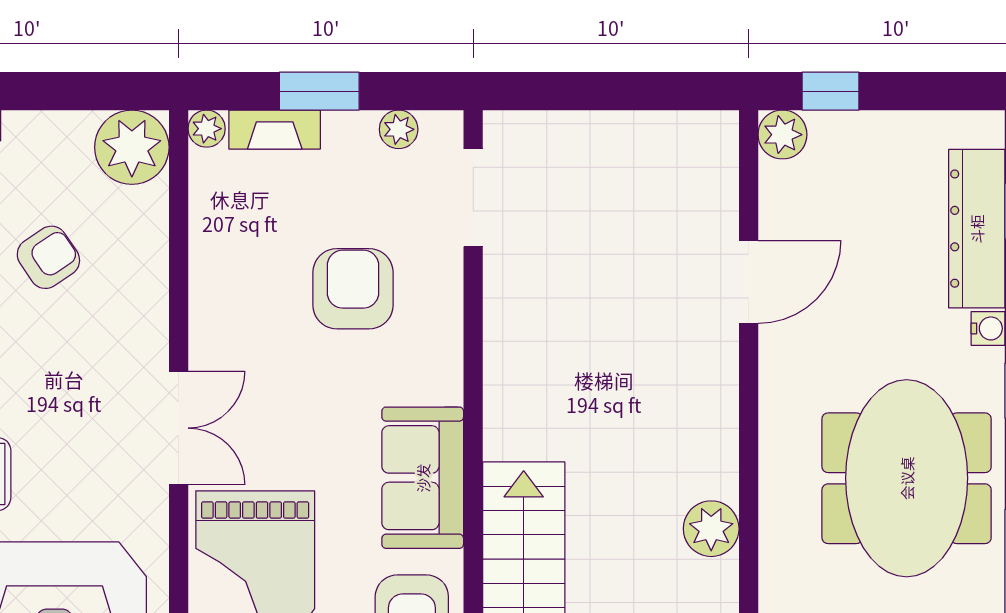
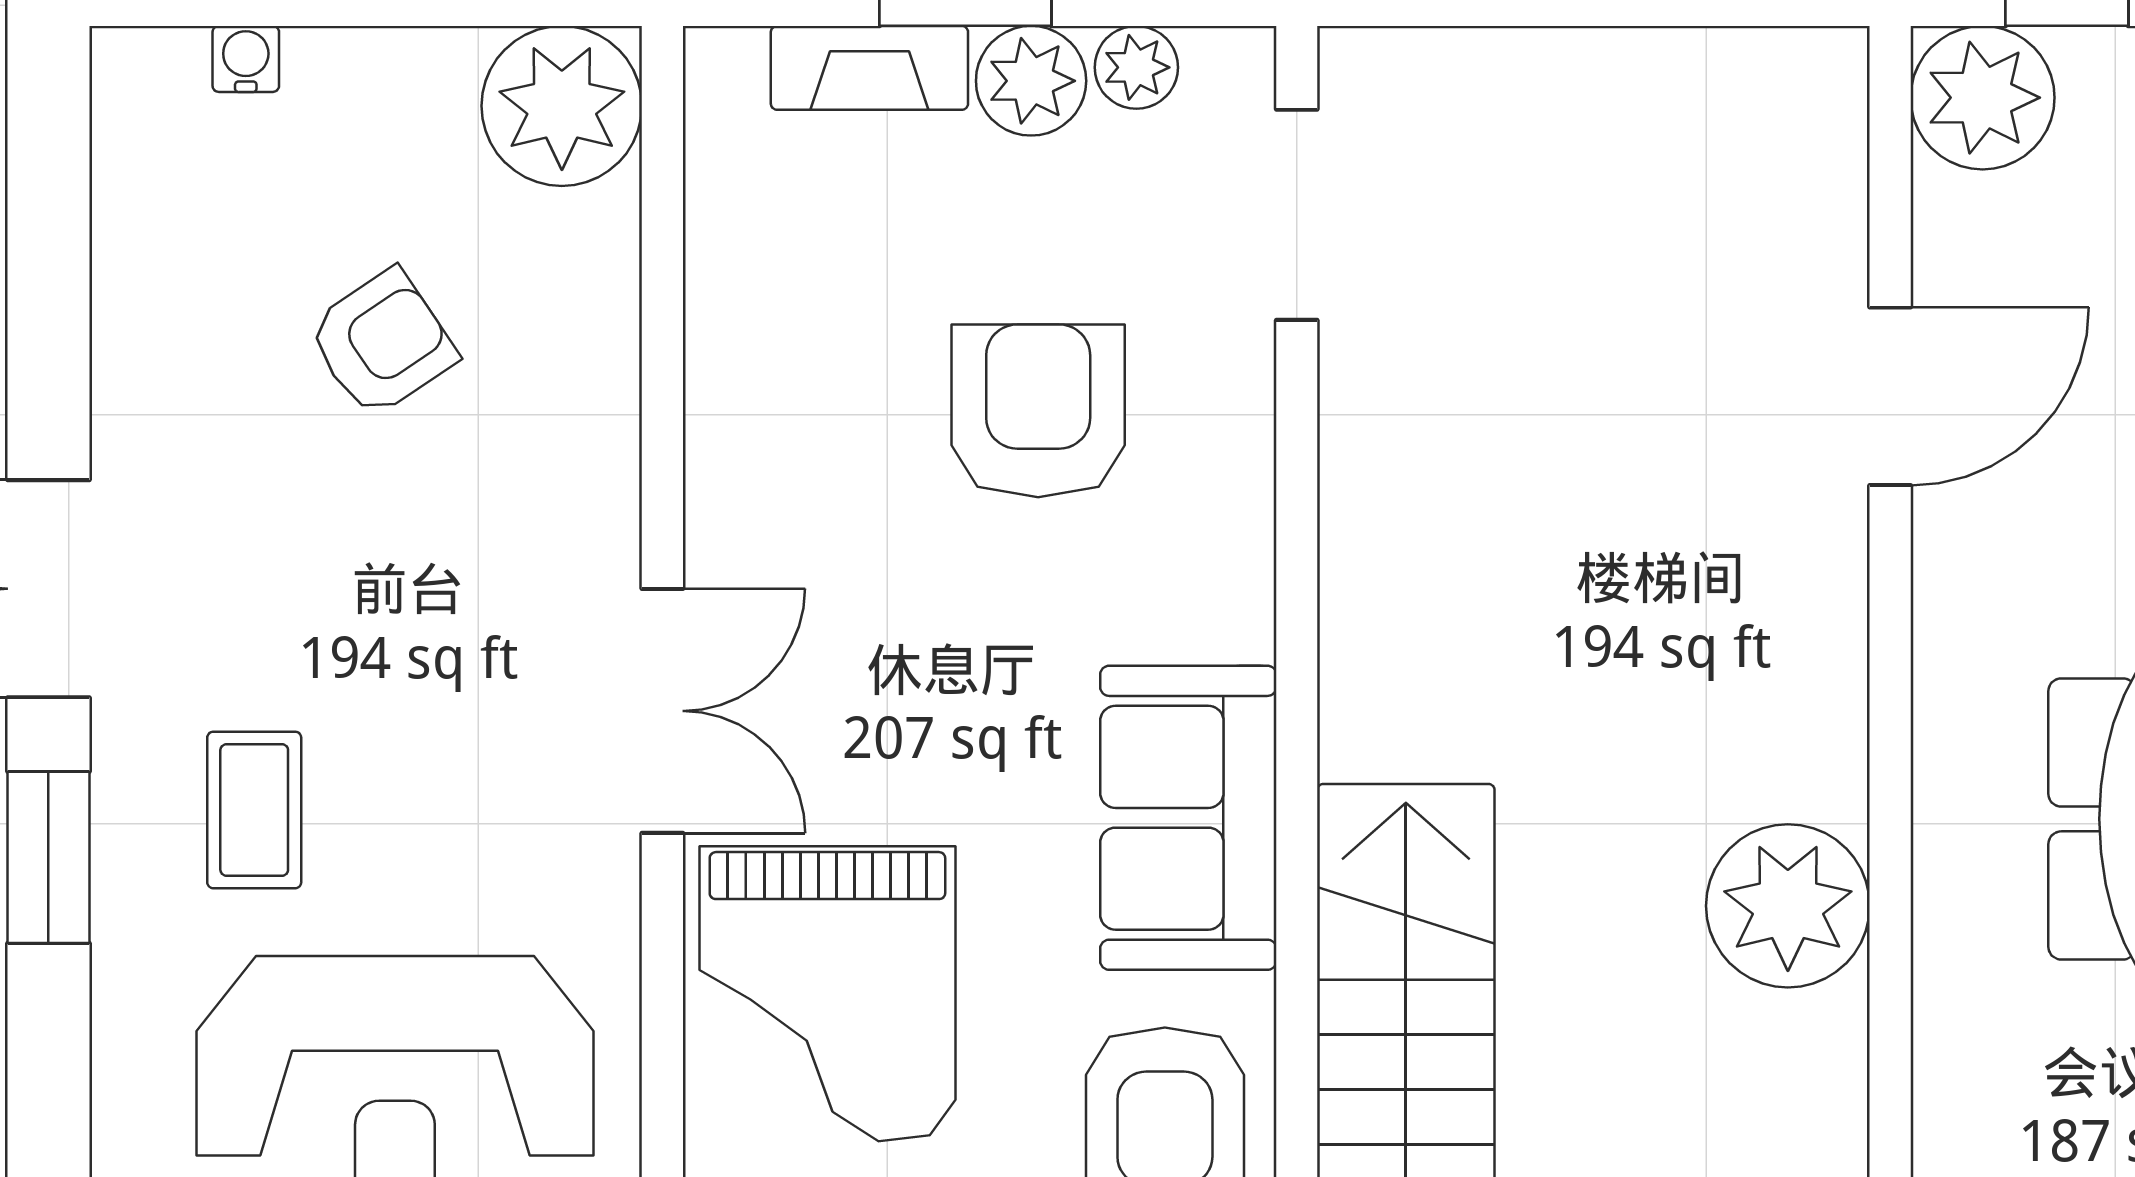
plant: (207, 129) -> (1031, 81), moved, width x1.38, depth x1.38
plant: (782, 135) -> (1983, 98), width x1.36, depth x1.36
plant: (711, 529) -> (1788, 906), width x1.36, depth x1.36

